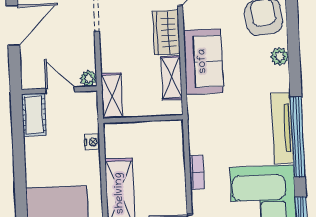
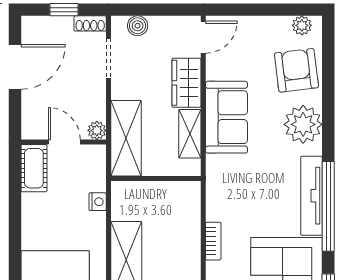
plant: (280, 56) -> (303, 124), width x1.88, depth x1.88
shelving: (112, 96) -> (126, 138), width x1.50, depth x1.33

